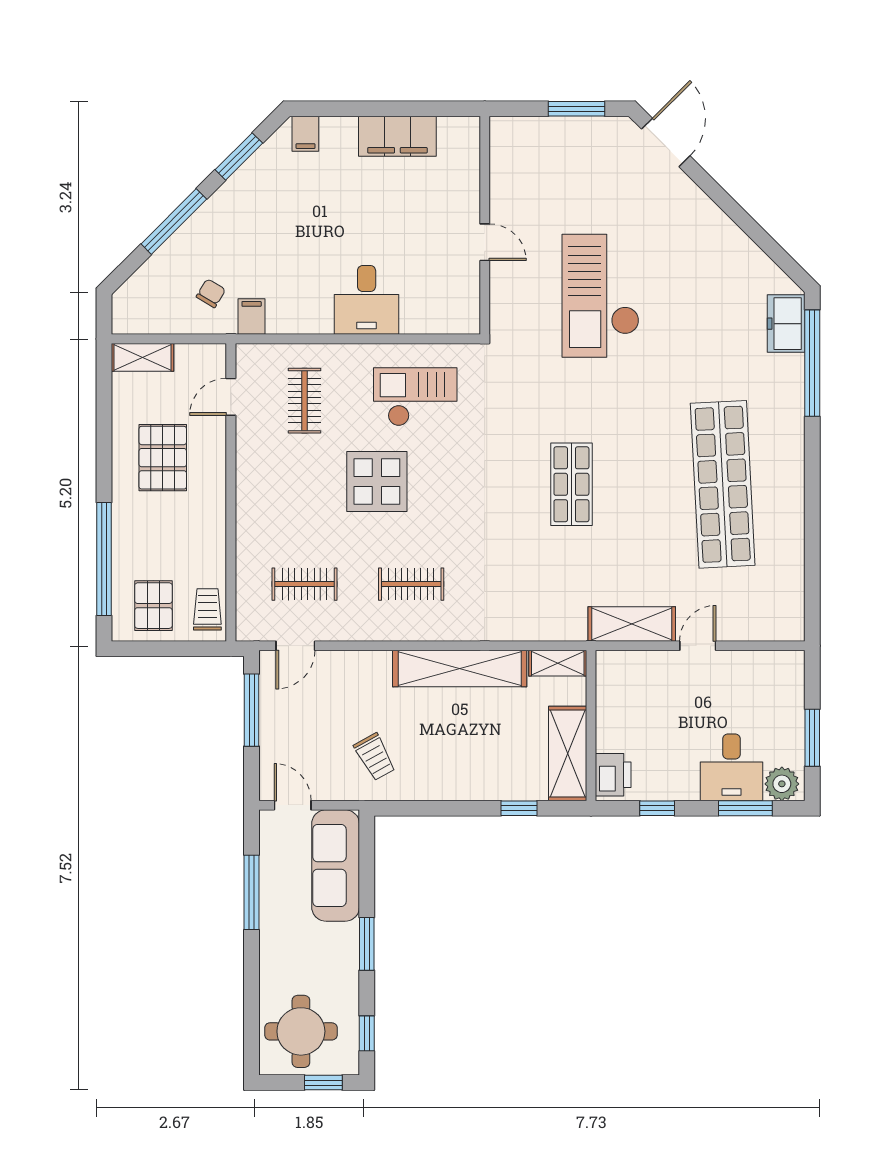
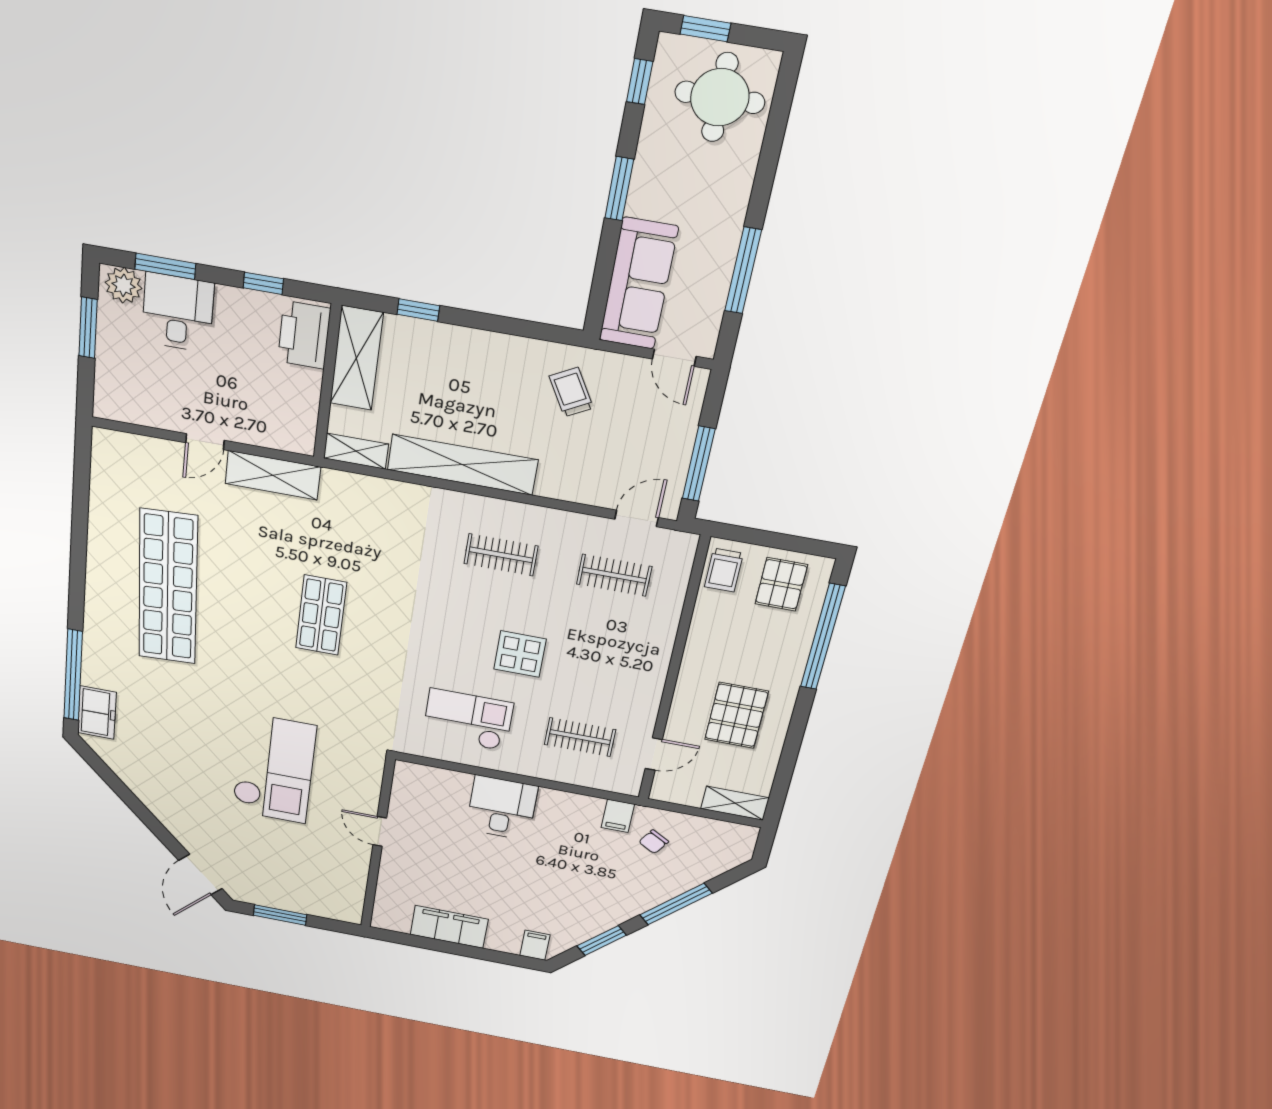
checkout: (415, 397) -> (468, 720), turned 180
clothes rail: (305, 401) -> (580, 737), turned 90
display table: (377, 482) -> (520, 654), width x0.73, depth x0.73
printer: (613, 775) -> (304, 335), width x1.37, depth x1.19

